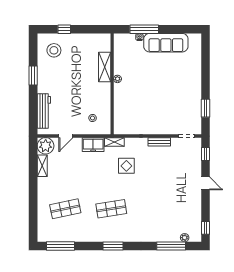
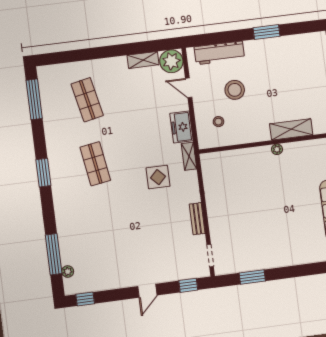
stool: (54, 50) -> (235, 90), moved

